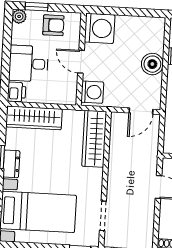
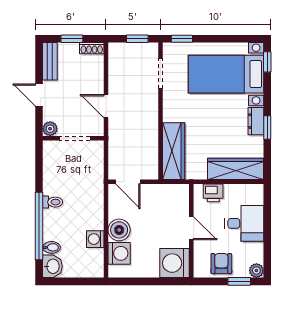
armchair: (53, 25) -> (221, 264), turned 90
printer: (17, 92) -> (213, 193), moved, turned -90
washing machine: (92, 92) -> (119, 253), moved, turned 180
door: (141, 111) -> (128, 182), swing flipped

